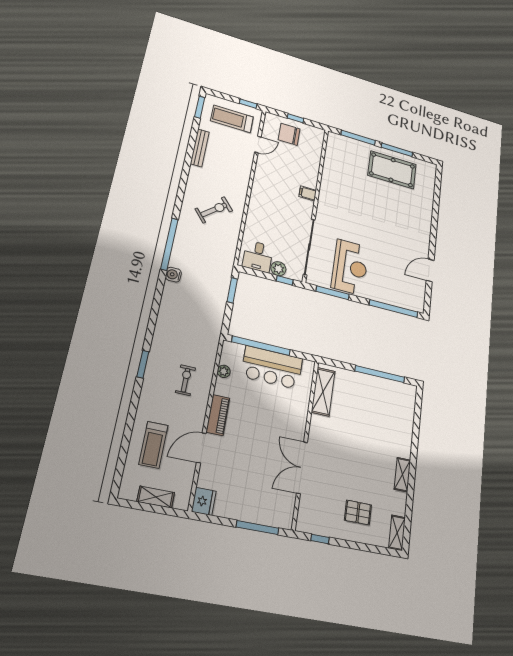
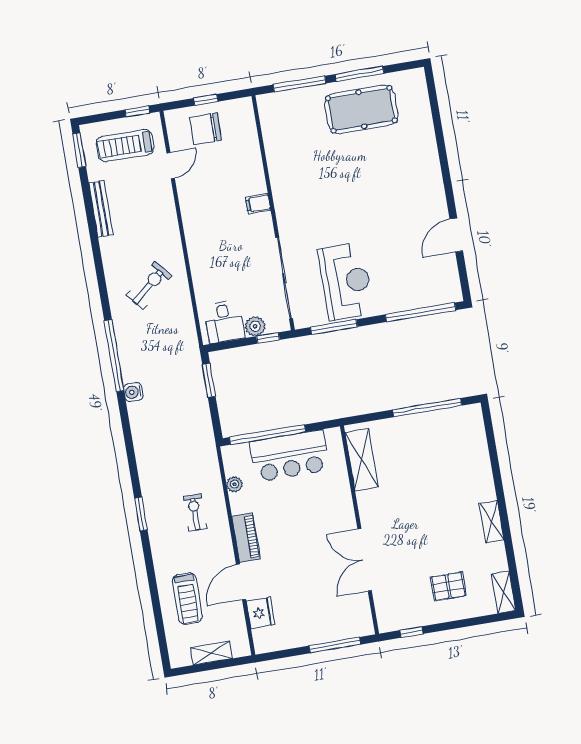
fridge: (204, 501) -> (261, 613), moved

